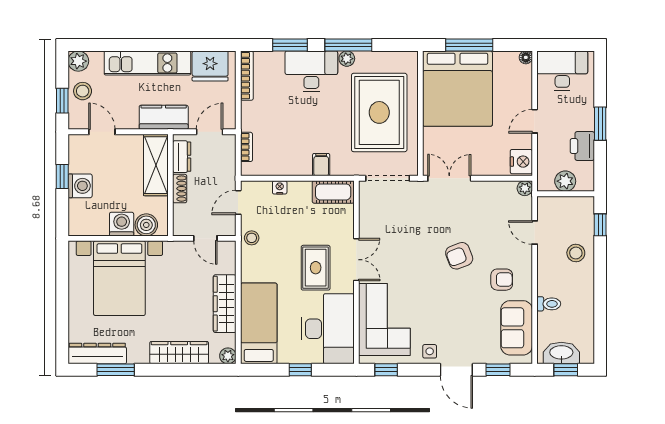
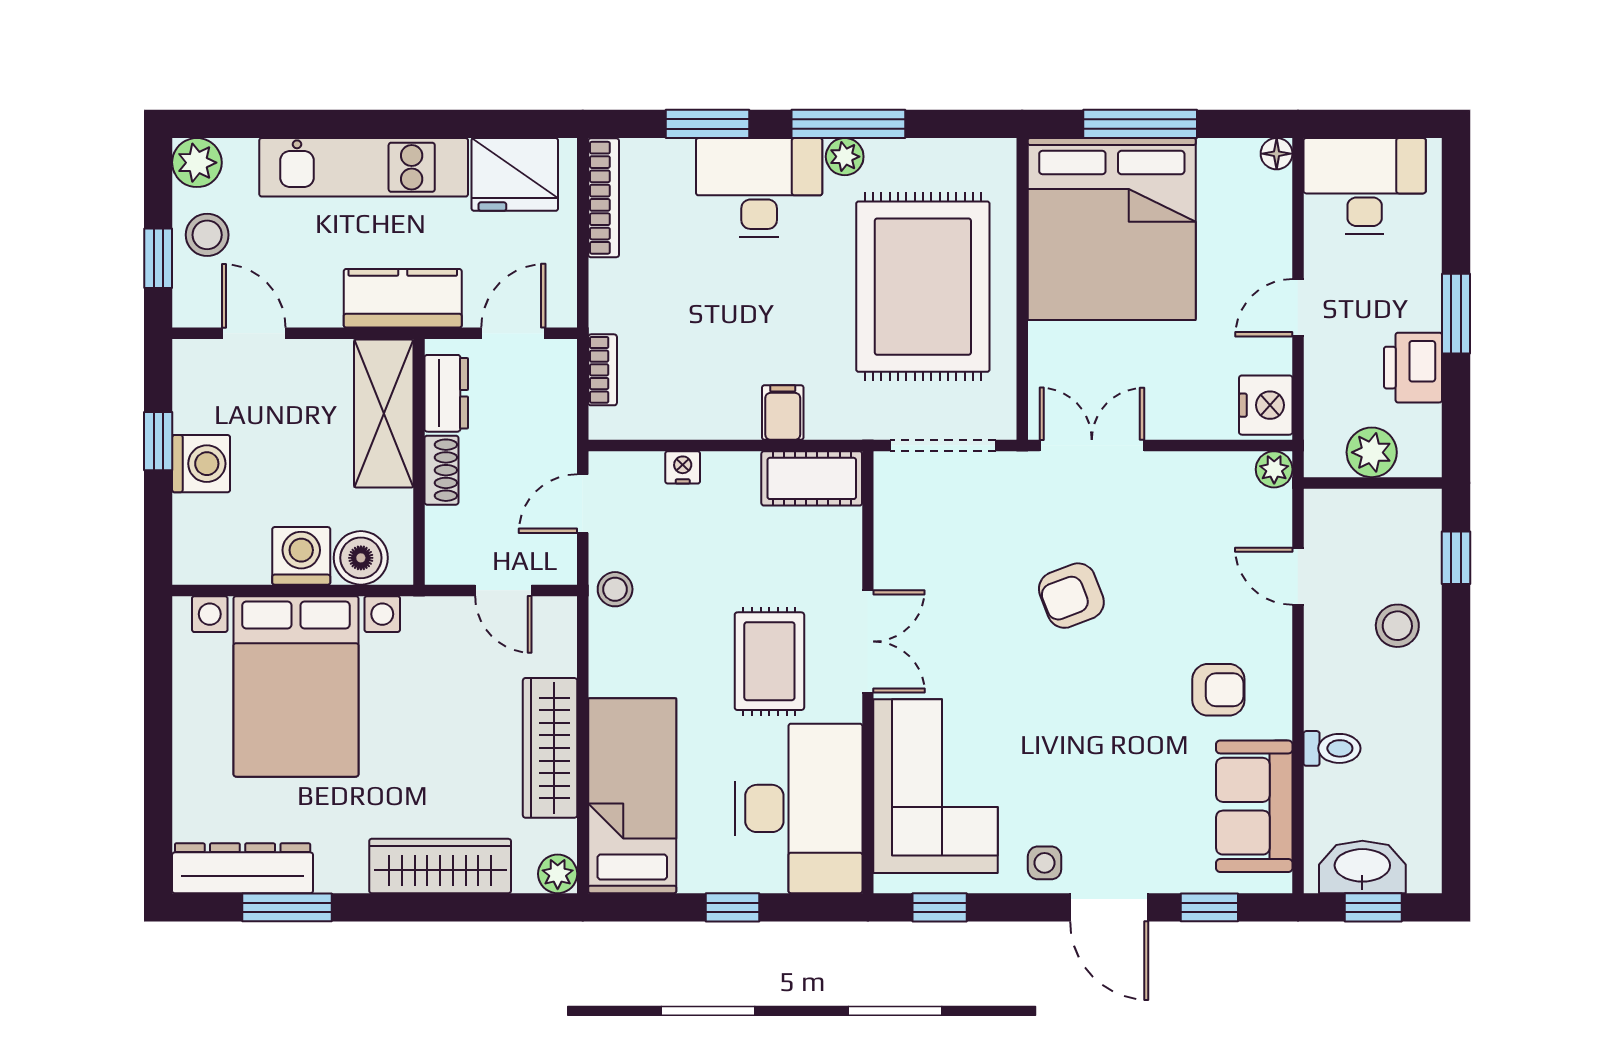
armchair: (459, 256) -> (1071, 596), moved

